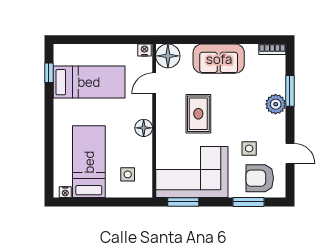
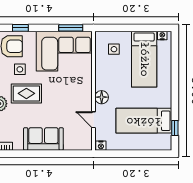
floor lamp: (168, 56) -> (83, 141), removed
door: (154, 83) -> (93, 120), swing flipped
rug: (198, 114) -> (26, 93), moved, turned 90
floor lamp: (144, 128) -> (102, 97), moved
window: (249, 202) -> (20, 28), width x0.67

